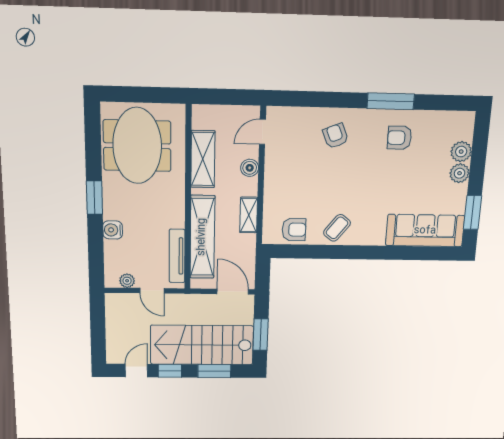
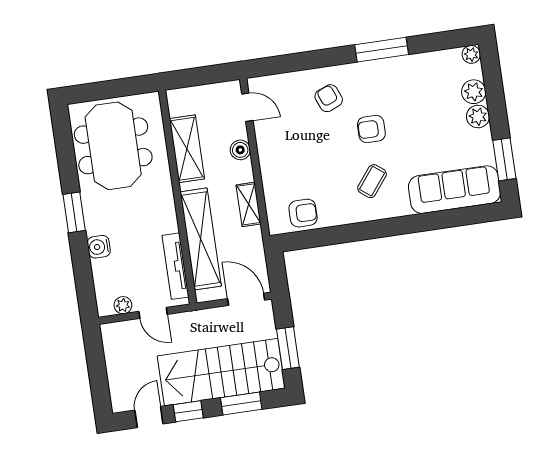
plant: (467, 119) -> (471, 54), added
door: (262, 132) -> (247, 107), swing flipped
armchair: (399, 138) -> (371, 129), moved
coffee table: (337, 228) -> (372, 181), moved

